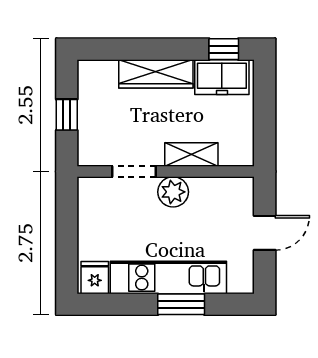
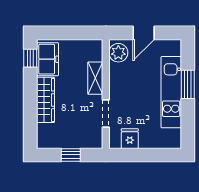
plant: (173, 192) -> (118, 53), moved
door: (265, 233) -> (144, 33), swing flipped
fridge: (95, 278) -> (130, 139), moved, turned 90

